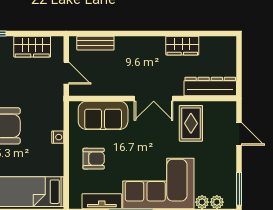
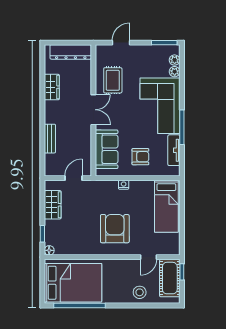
bench: (95, 43) -> (50, 139), moved
dresser: (210, 87) -> (71, 52), moved, turned -90
rug: (191, 123) -> (113, 80), turned 90
armchair: (94, 159) -> (140, 157), turned 90

